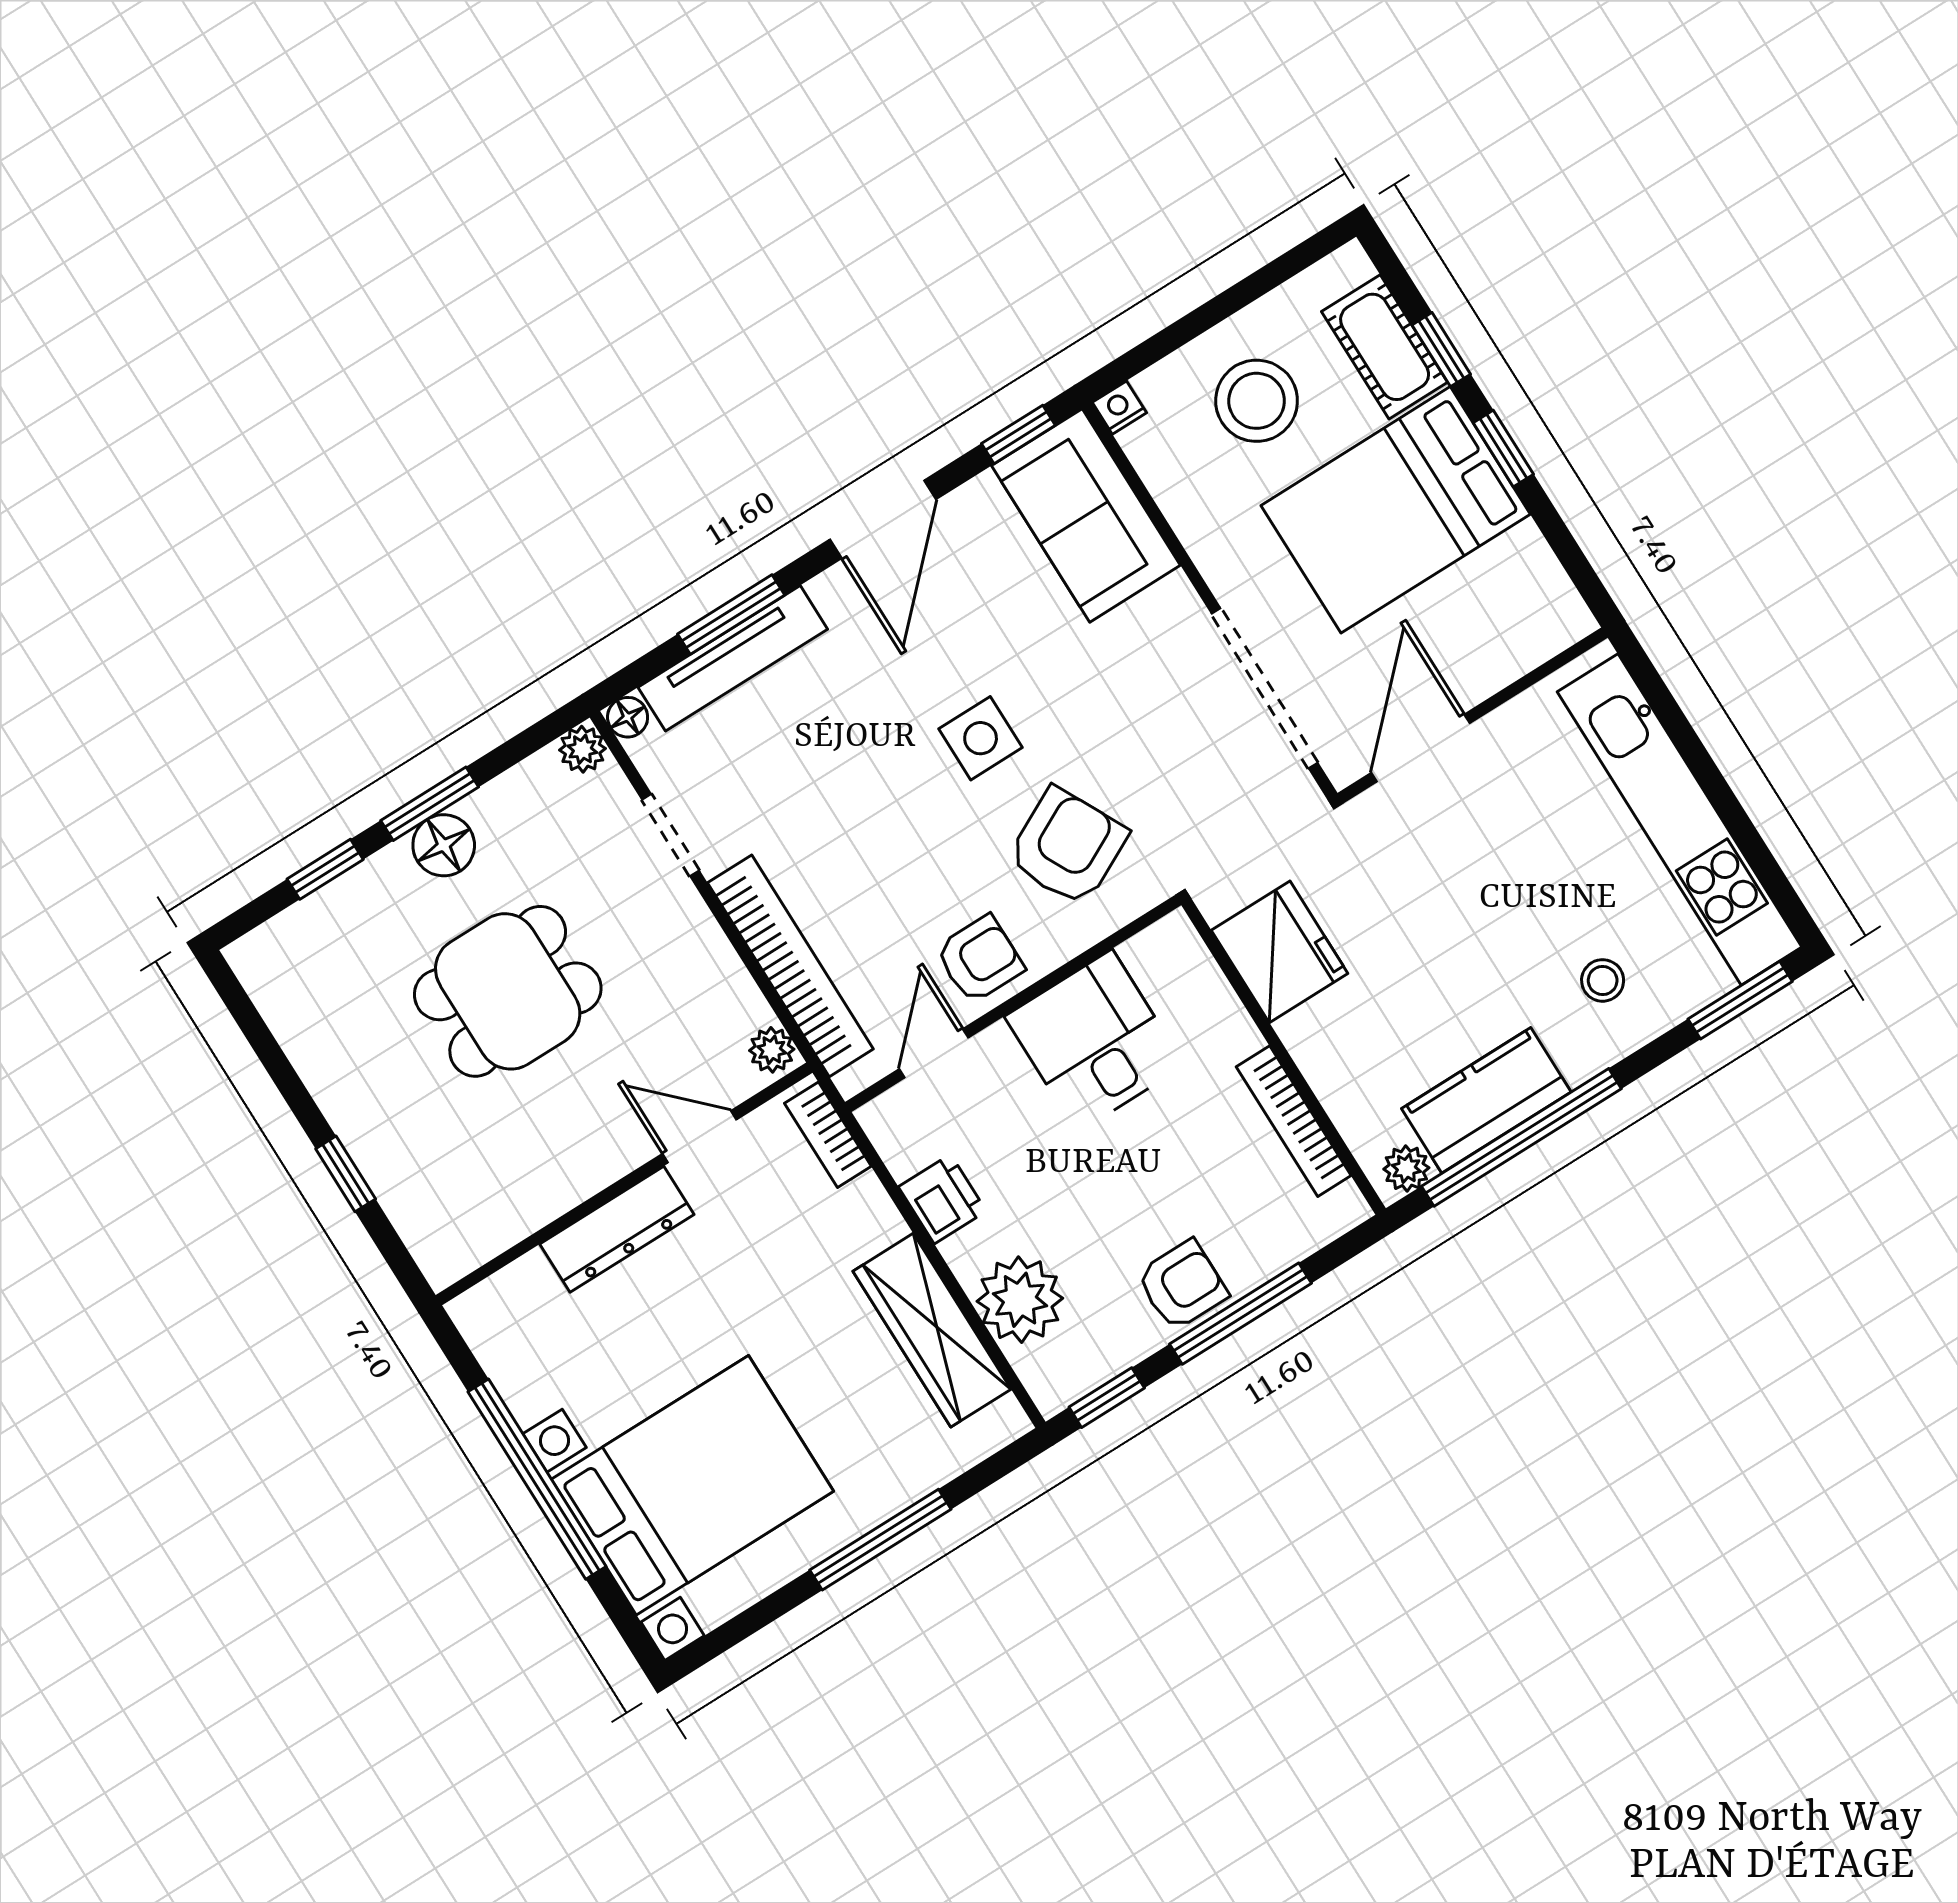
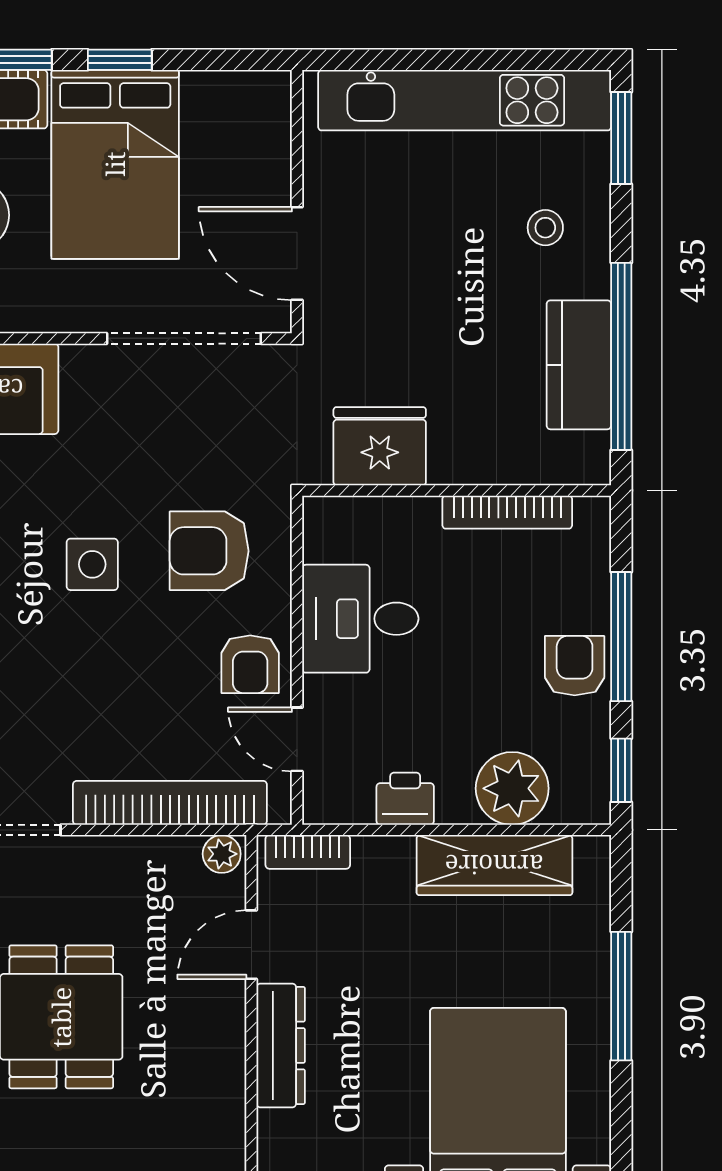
armchair: (1068, 847) -> (209, 551), turned -63
armchair: (980, 959) -> (250, 664), turned 180
plant: (1406, 1168) -> (592, 453), removed

